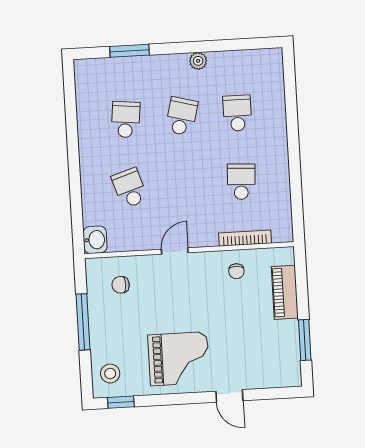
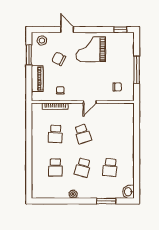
school desk: (130, 188) -> (83, 134), moved
washbasin: (95, 240) -> (128, 192), moved
chair: (243, 335) -> (59, 59), added
stool: (110, 374) -> (42, 41), moved

